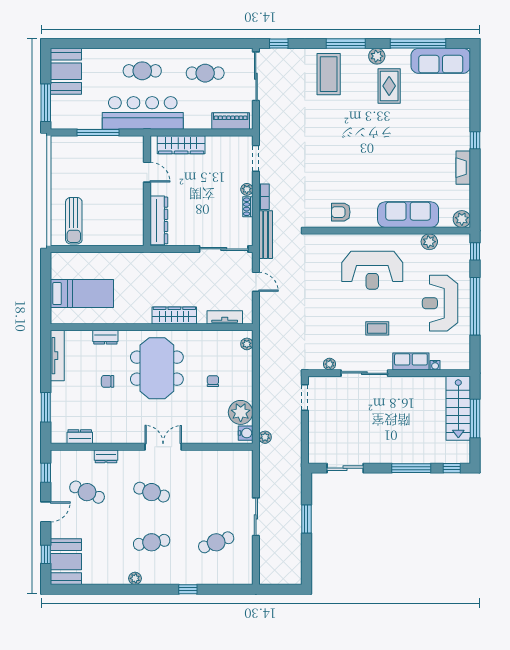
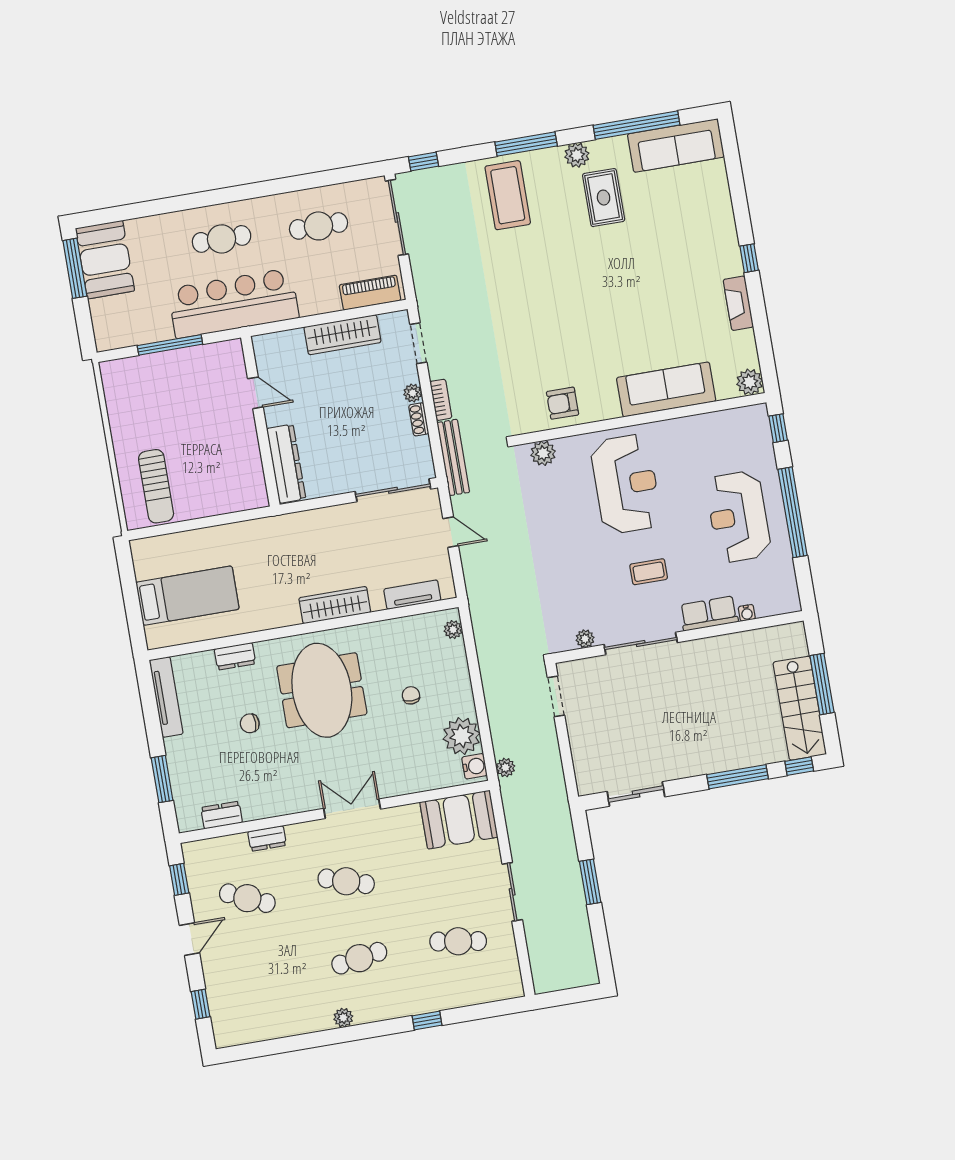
window: (46, 103) -> (75, 268), moved
wardrobe: (181, 145) -> (342, 335), moved
plant: (429, 242) -> (543, 453), moved
reception desk: (372, 270) -> (626, 484), turned -90
stairs: (458, 408) -> (800, 708), moved
cafe table: (216, 542) -> (458, 941), turned 30
booth: (66, 562) -> (459, 820), moved, turned 90

